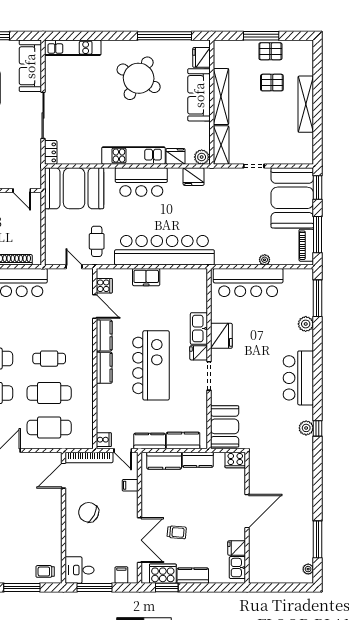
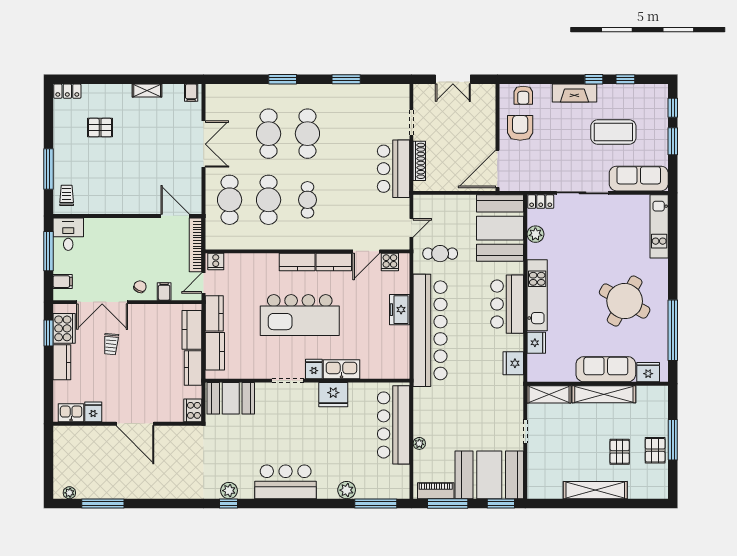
plant: (202, 157) -> (535, 234), moved
door: (22, 191) -> (498, 169), width x1.87
chair: (89, 512) -> (140, 287), moved, width x0.54, depth x0.54

